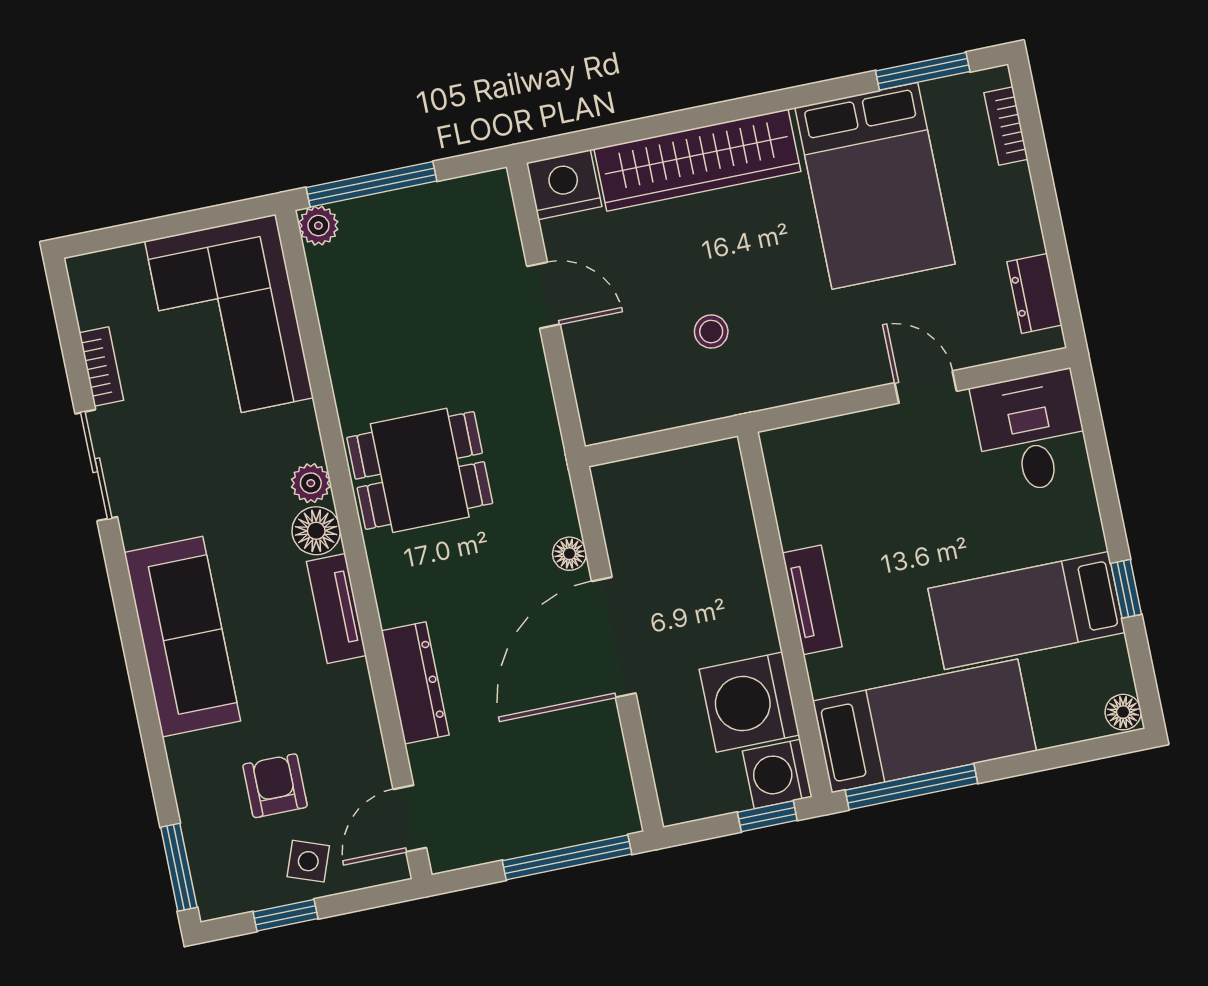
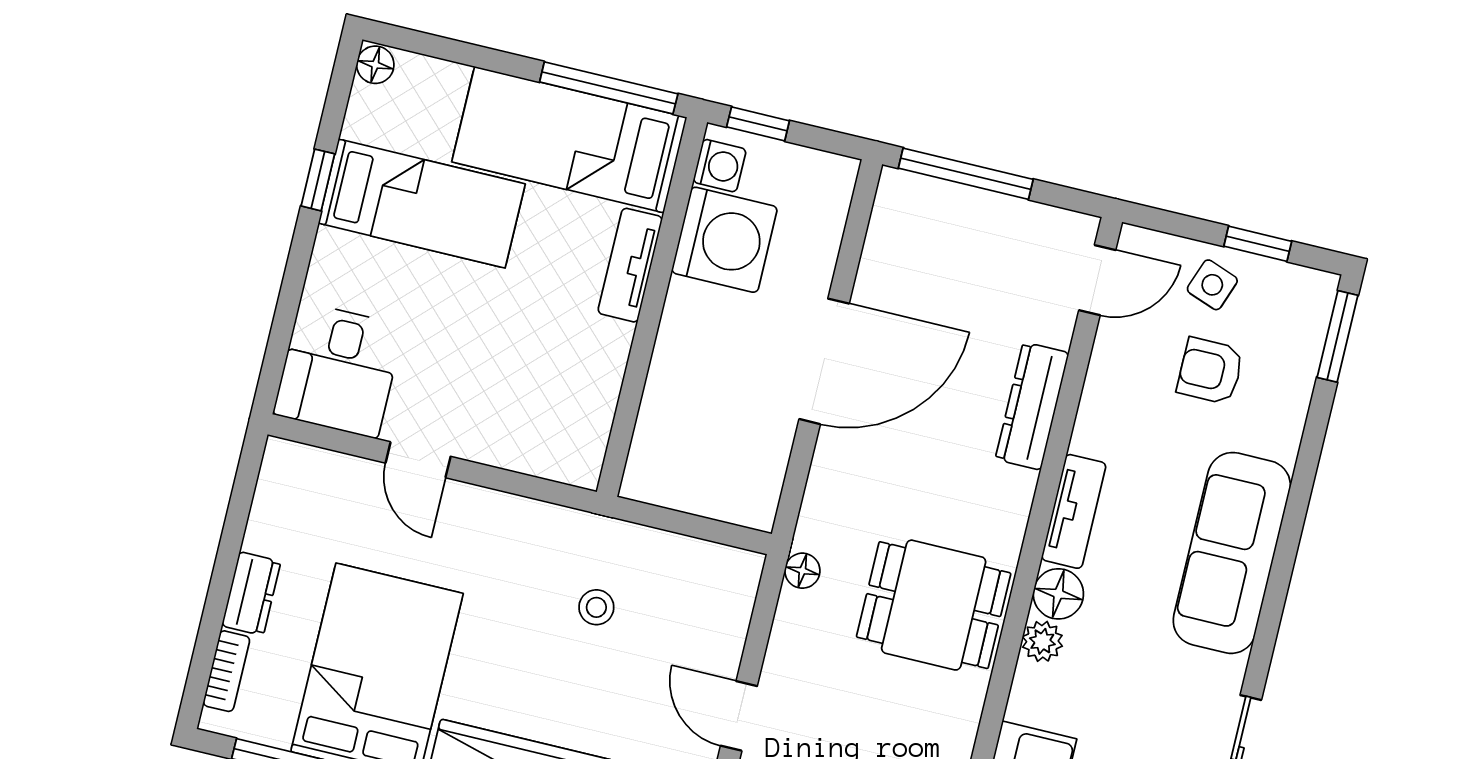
dresser: (1034, 293) -> (251, 594), moved
floor lamp: (569, 554) -> (802, 571), moved
tv unit: (812, 600) -> (630, 265), moved
washing machine: (777, 774) -> (720, 166), width x0.73, depth x0.73
armchair: (275, 786) -> (1210, 371), turned 90

